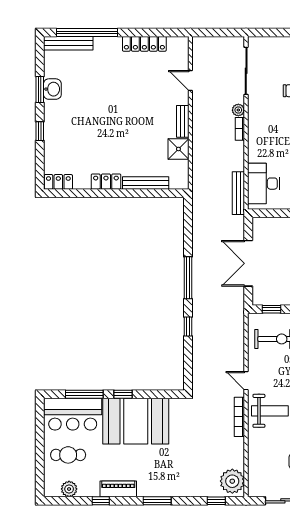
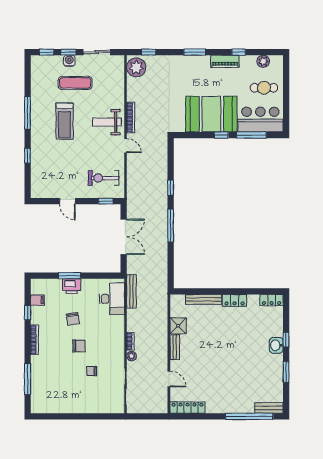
bench: (68, 43) -> (269, 408), width x0.73
locker: (144, 44) -> (188, 408), moved
washbasin: (52, 89) -> (276, 345), moved

